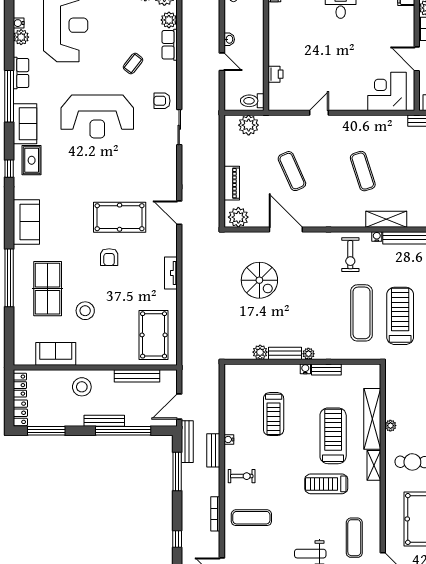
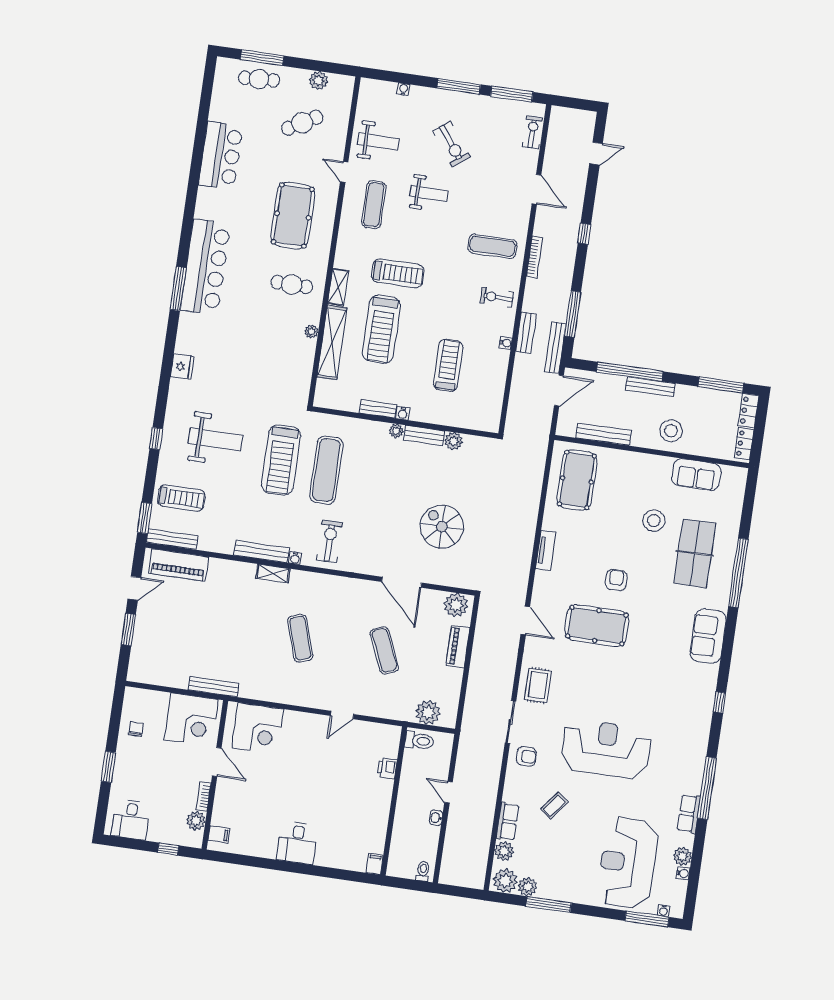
sofa: (25, 124) -> (693, 753), removed
rug: (32, 160) -> (538, 685), moved
shelving: (386, 219) -> (273, 573), width x0.67, depth x0.75

